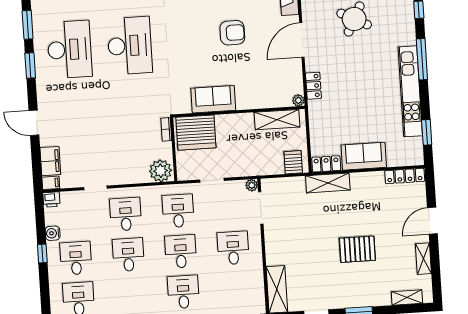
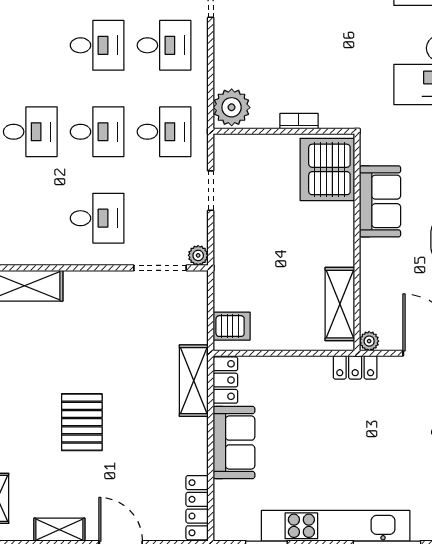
sofa: (213, 99) -> (380, 201), moved
plant: (298, 100) -> (369, 341), moved
wall: (239, 112) -> (357, 242), moved
shelving: (277, 120) -> (340, 304), moved
server rack: (196, 133) -> (327, 169), moved

